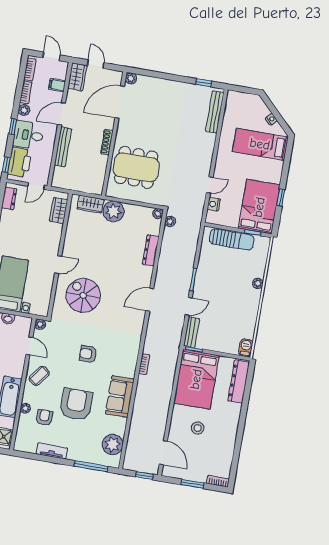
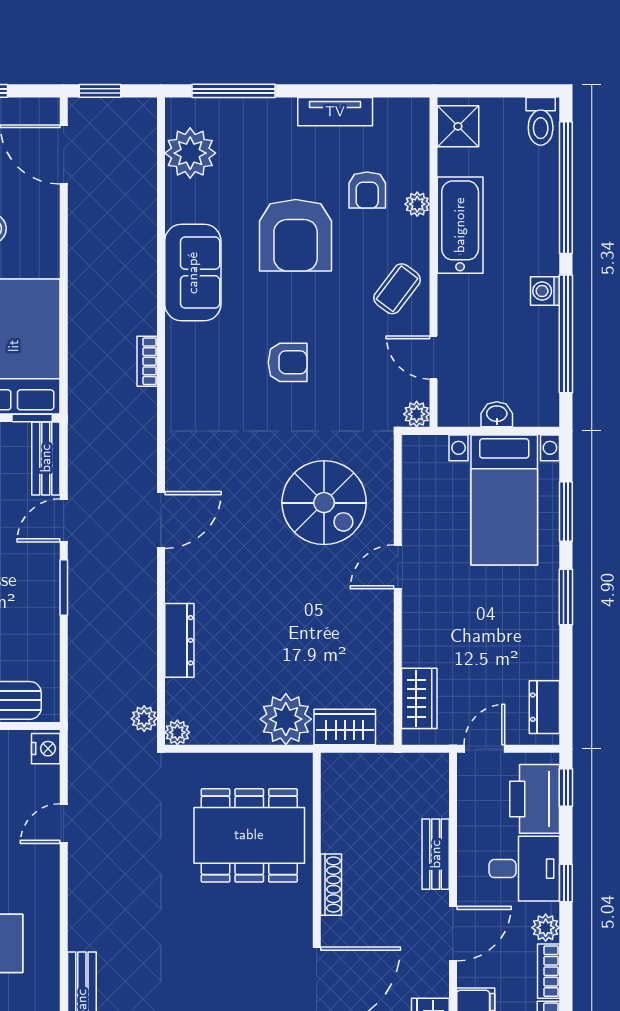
bench: (63, 147) -> (436, 854), width x0.73
nightstand: (214, 204) -> (46, 749), moved

